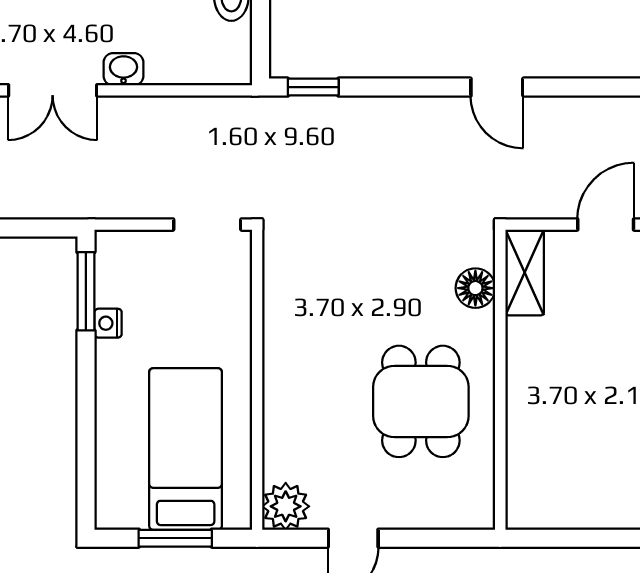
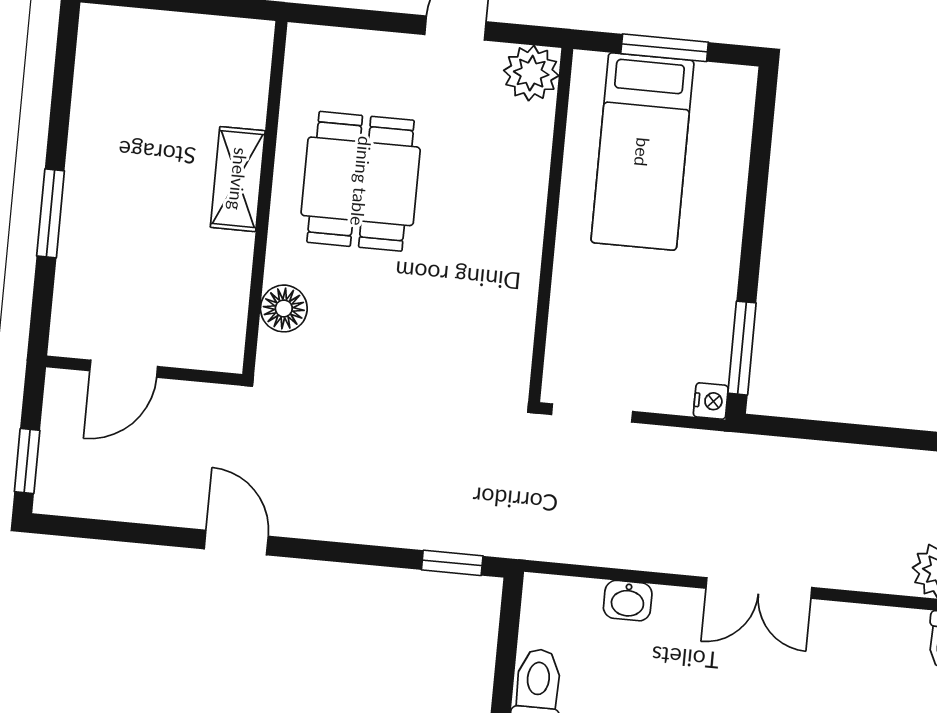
washbasin: (123, 69) -> (628, 601), moved
double door: (53, 90) -> (759, 588), swing flipped
shelving: (525, 273) -> (238, 179), moved
nightstand: (108, 323) -> (711, 401), moved

